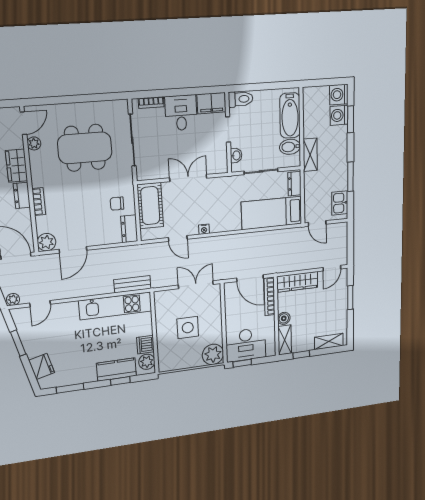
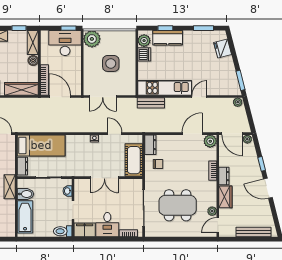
door: (40, 304) -> (199, 97), moved
window: (18, 343) -> (240, 80), moved

